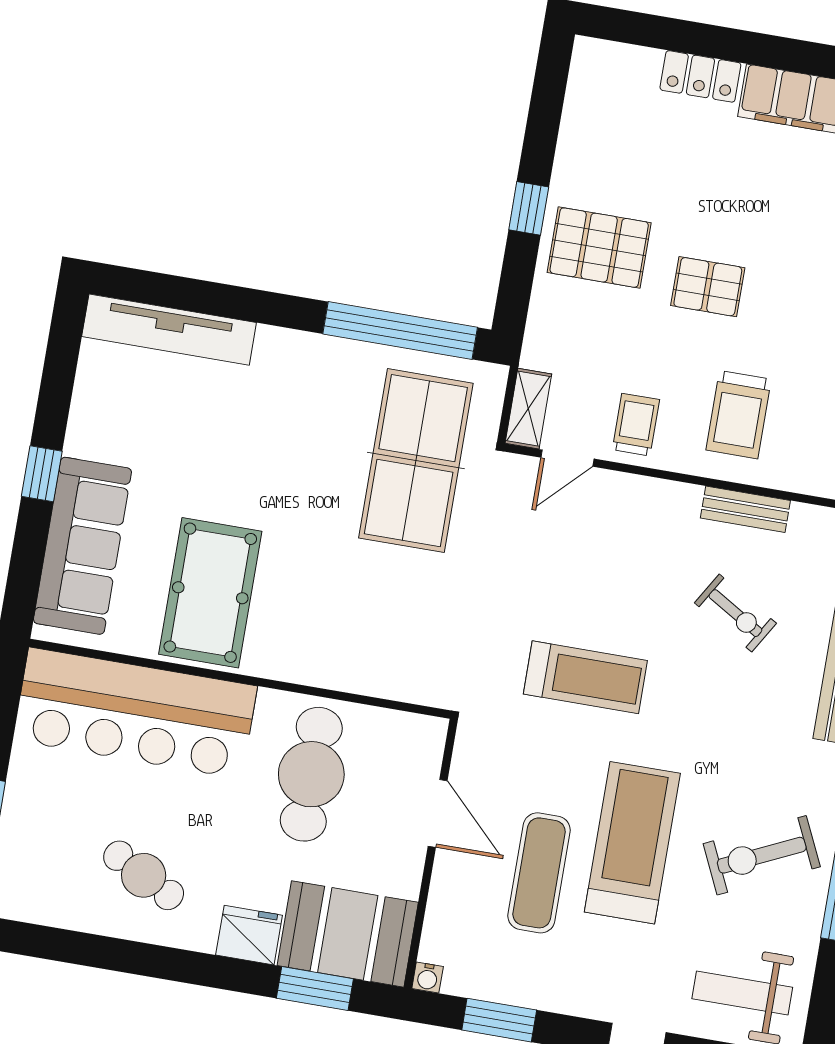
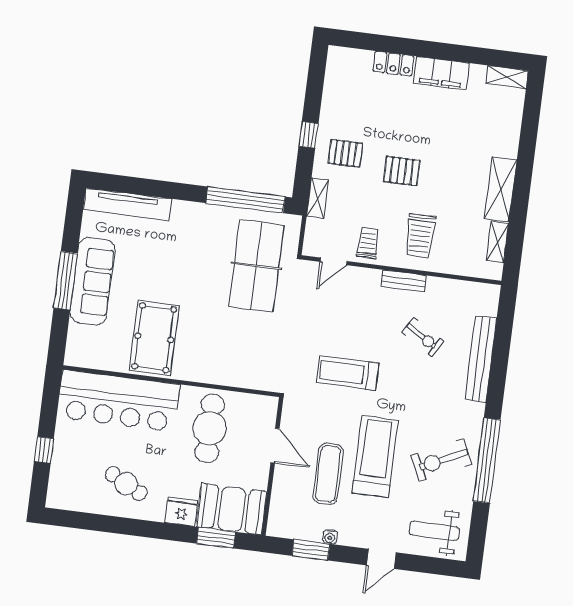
pallet: (599, 248) -> (345, 153), width x0.67, depth x0.71
shelving: (528, 409) -> (318, 198), moved
window: (42, 474) -> (66, 281), width x2.17
bench: (745, 509) -> (403, 281), moved
sofa: (82, 546) -> (92, 281), moved
treadmill: (585, 677) -> (348, 373), turned 180
water cooler: (428, 977) -> (330, 537), moved

